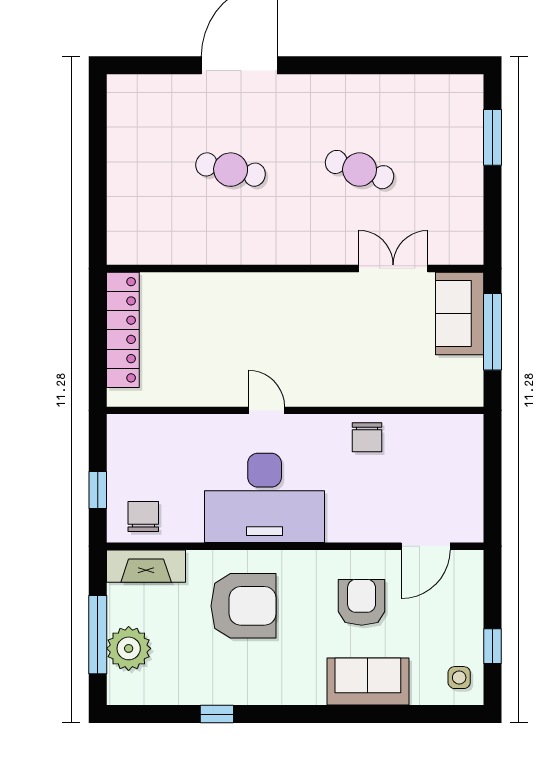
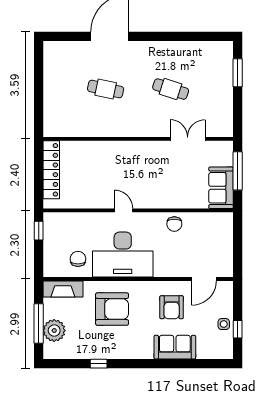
sofa: (460, 314) -> (221, 188), moved
window: (98, 490) -> (39, 231), moved
chair: (143, 517) -> (78, 259), moved
armchair: (362, 602) -> (172, 307), turned 180
side table: (459, 678) -> (224, 324), moved

